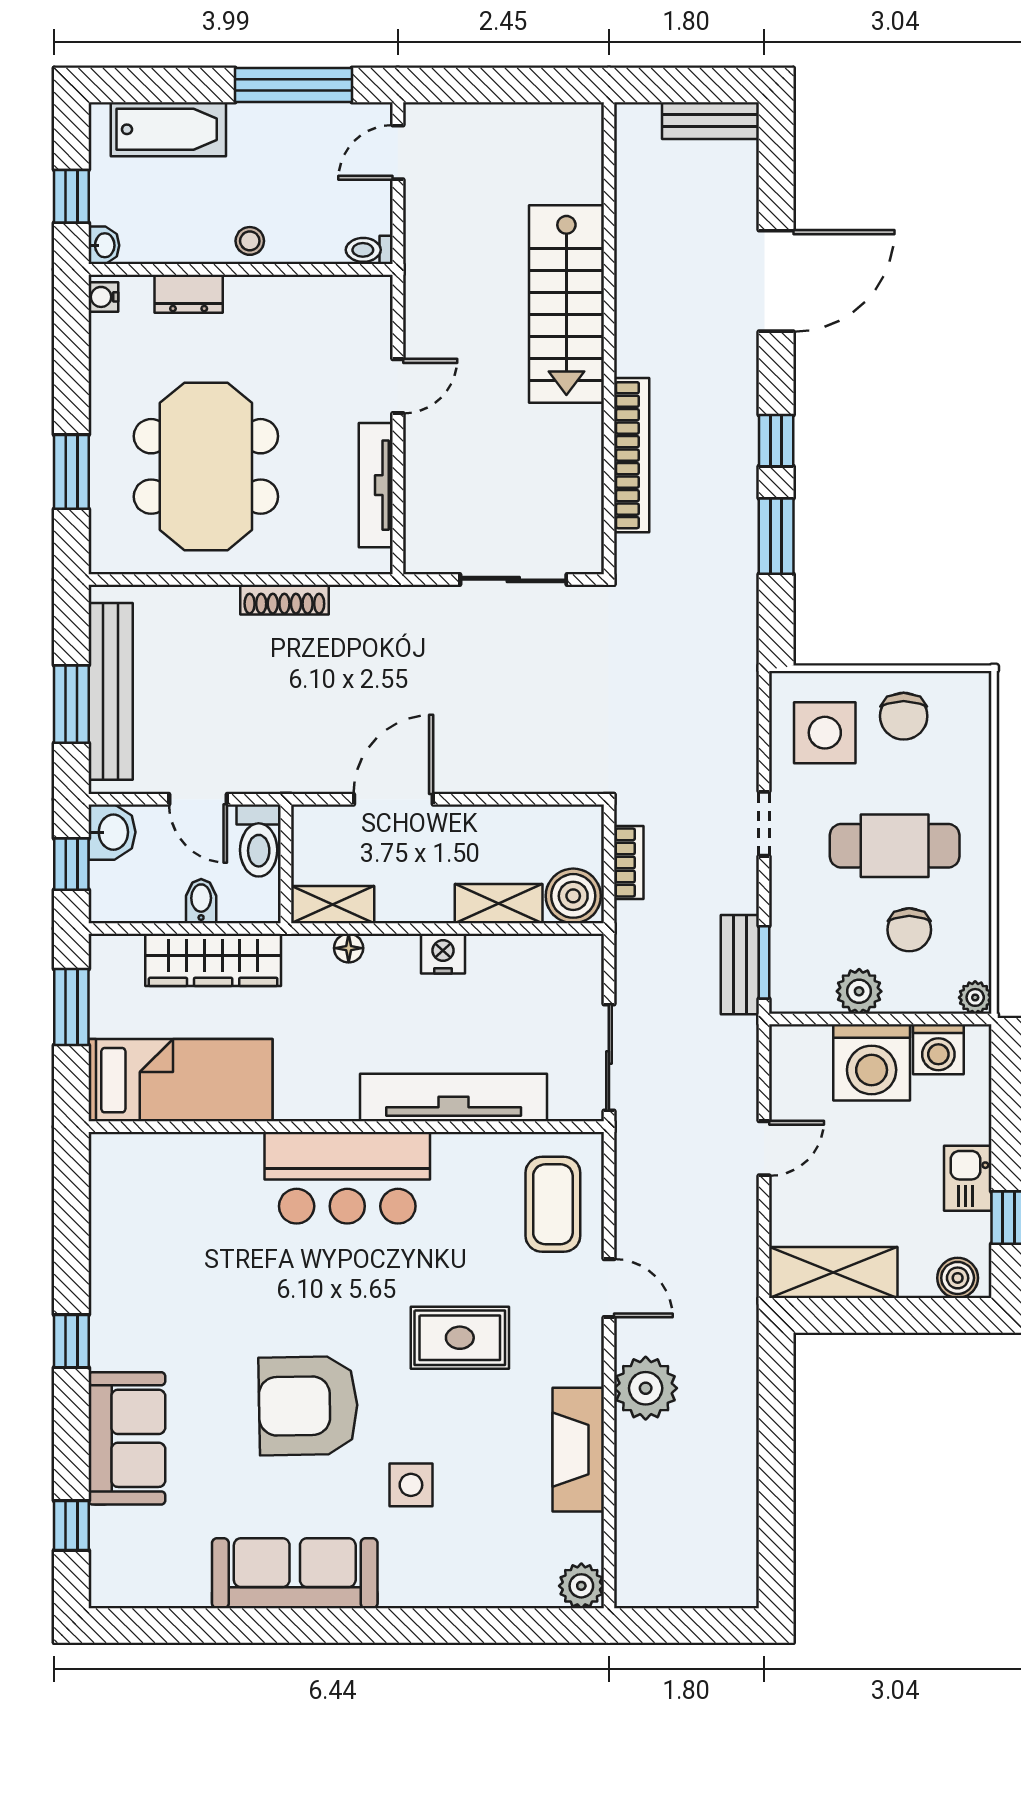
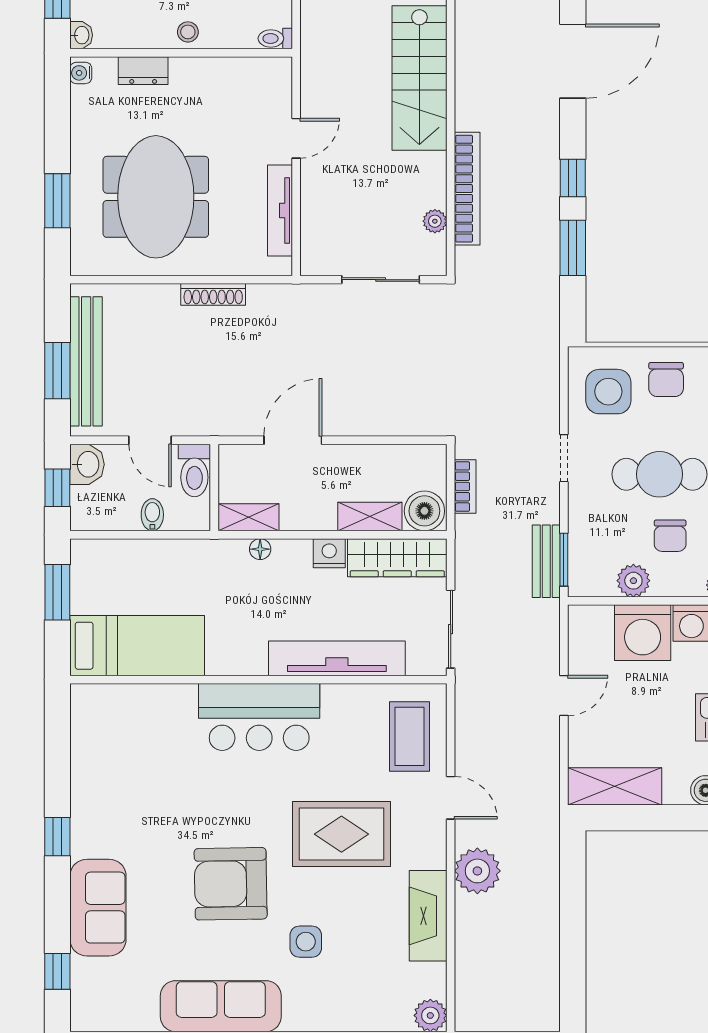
plant: (587, 500) -> (435, 221), added
wardrobe: (213, 960) -> (397, 558), moved
rug: (460, 1338) -> (341, 834), width x1.36, depth x1.43

